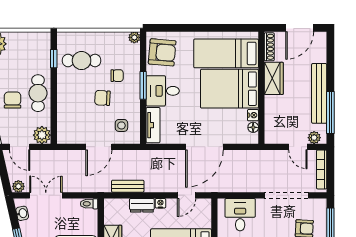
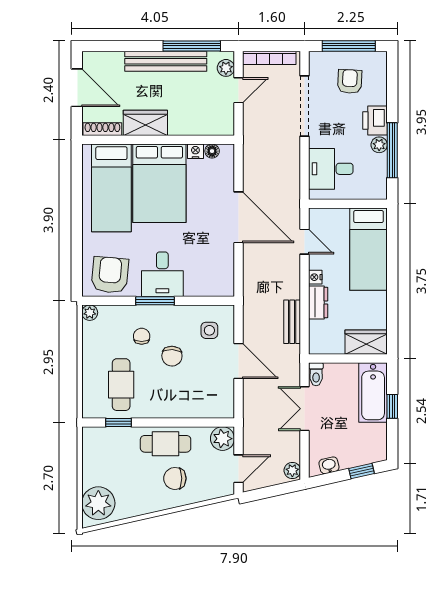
tv unit: (153, 125) -> (209, 287), removed
double door: (46, 195) -> (305, 409), moved

